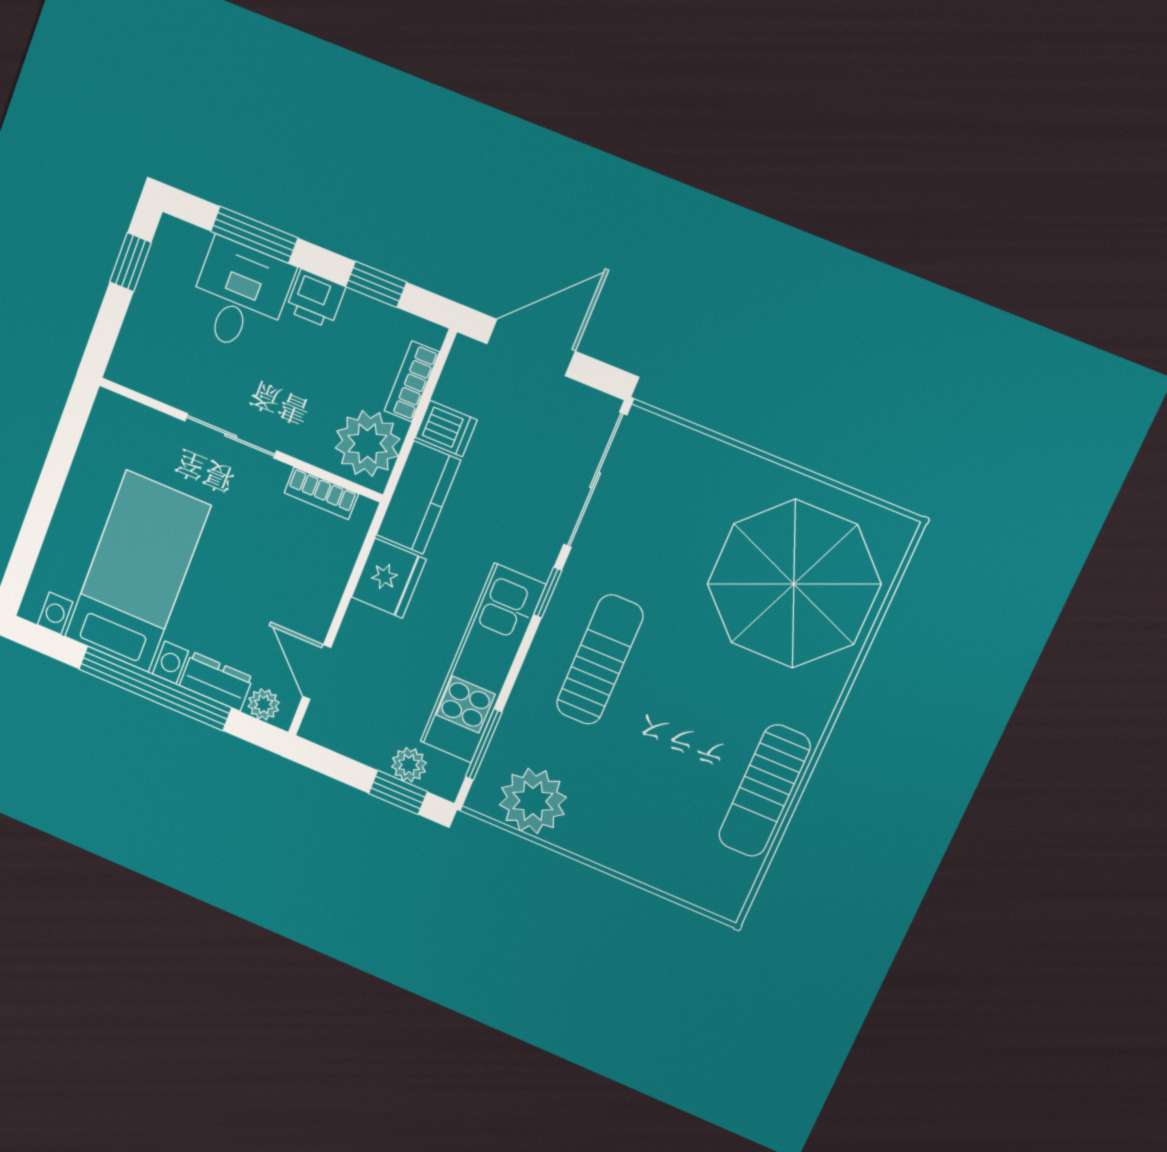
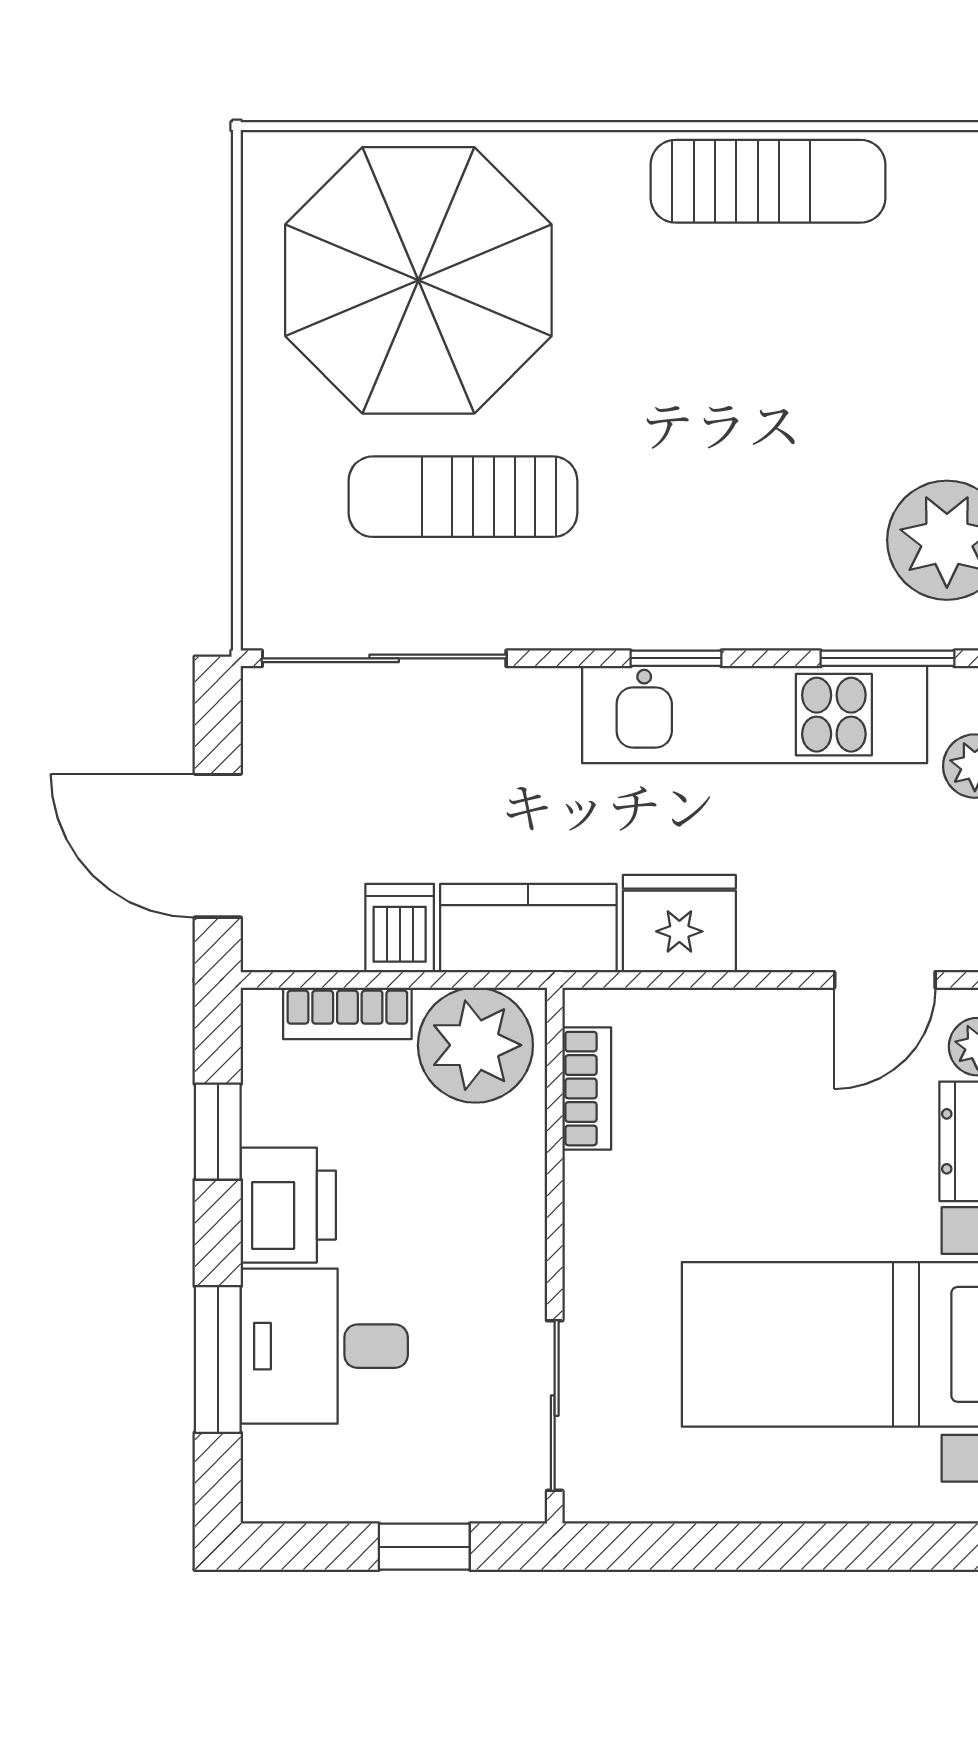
window: (130, 262) -> (424, 1547), moved
printer: (316, 299) -> (288, 1205), width x1.36, depth x1.24
sliding door: (231, 436) -> (555, 1406), moved
window: (548, 593) -> (676, 658), moved
sun lounger: (600, 660) -> (463, 497), moved

